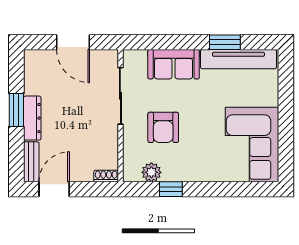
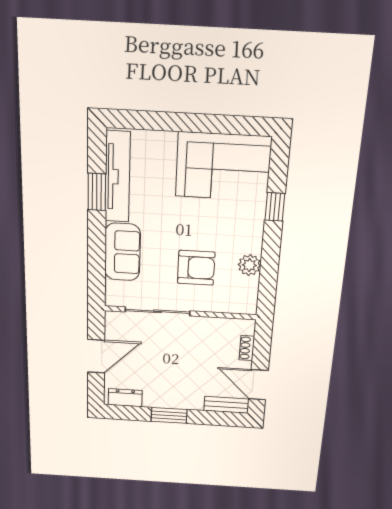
dresser: (32, 118) -> (125, 398), moved, width x0.70
plant: (151, 172) -> (249, 265), moved
shoe rack: (106, 176) -> (247, 348), moved
window: (171, 189) -> (275, 207), moved

